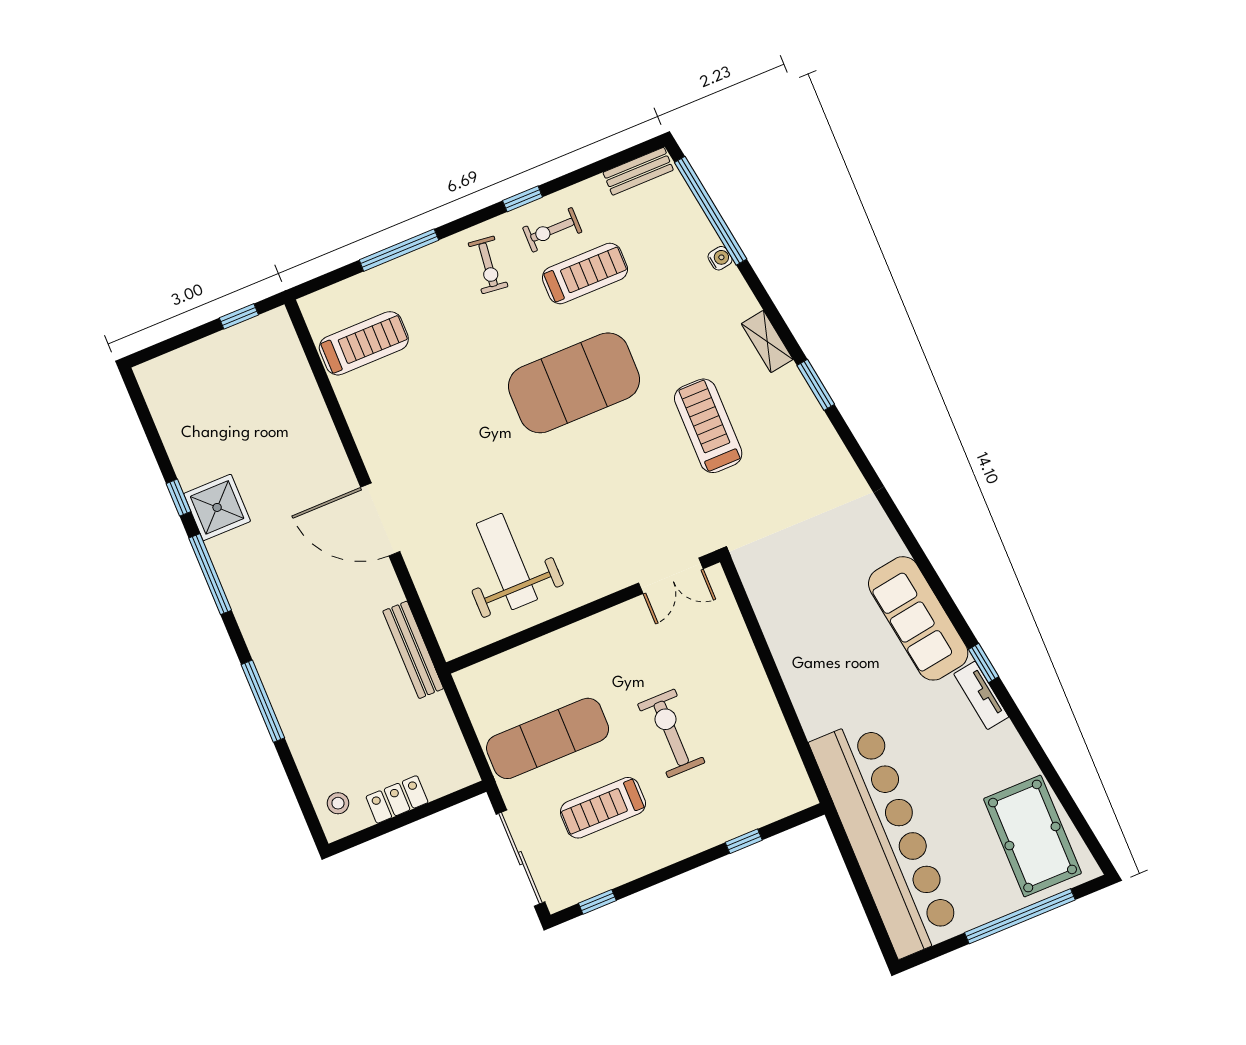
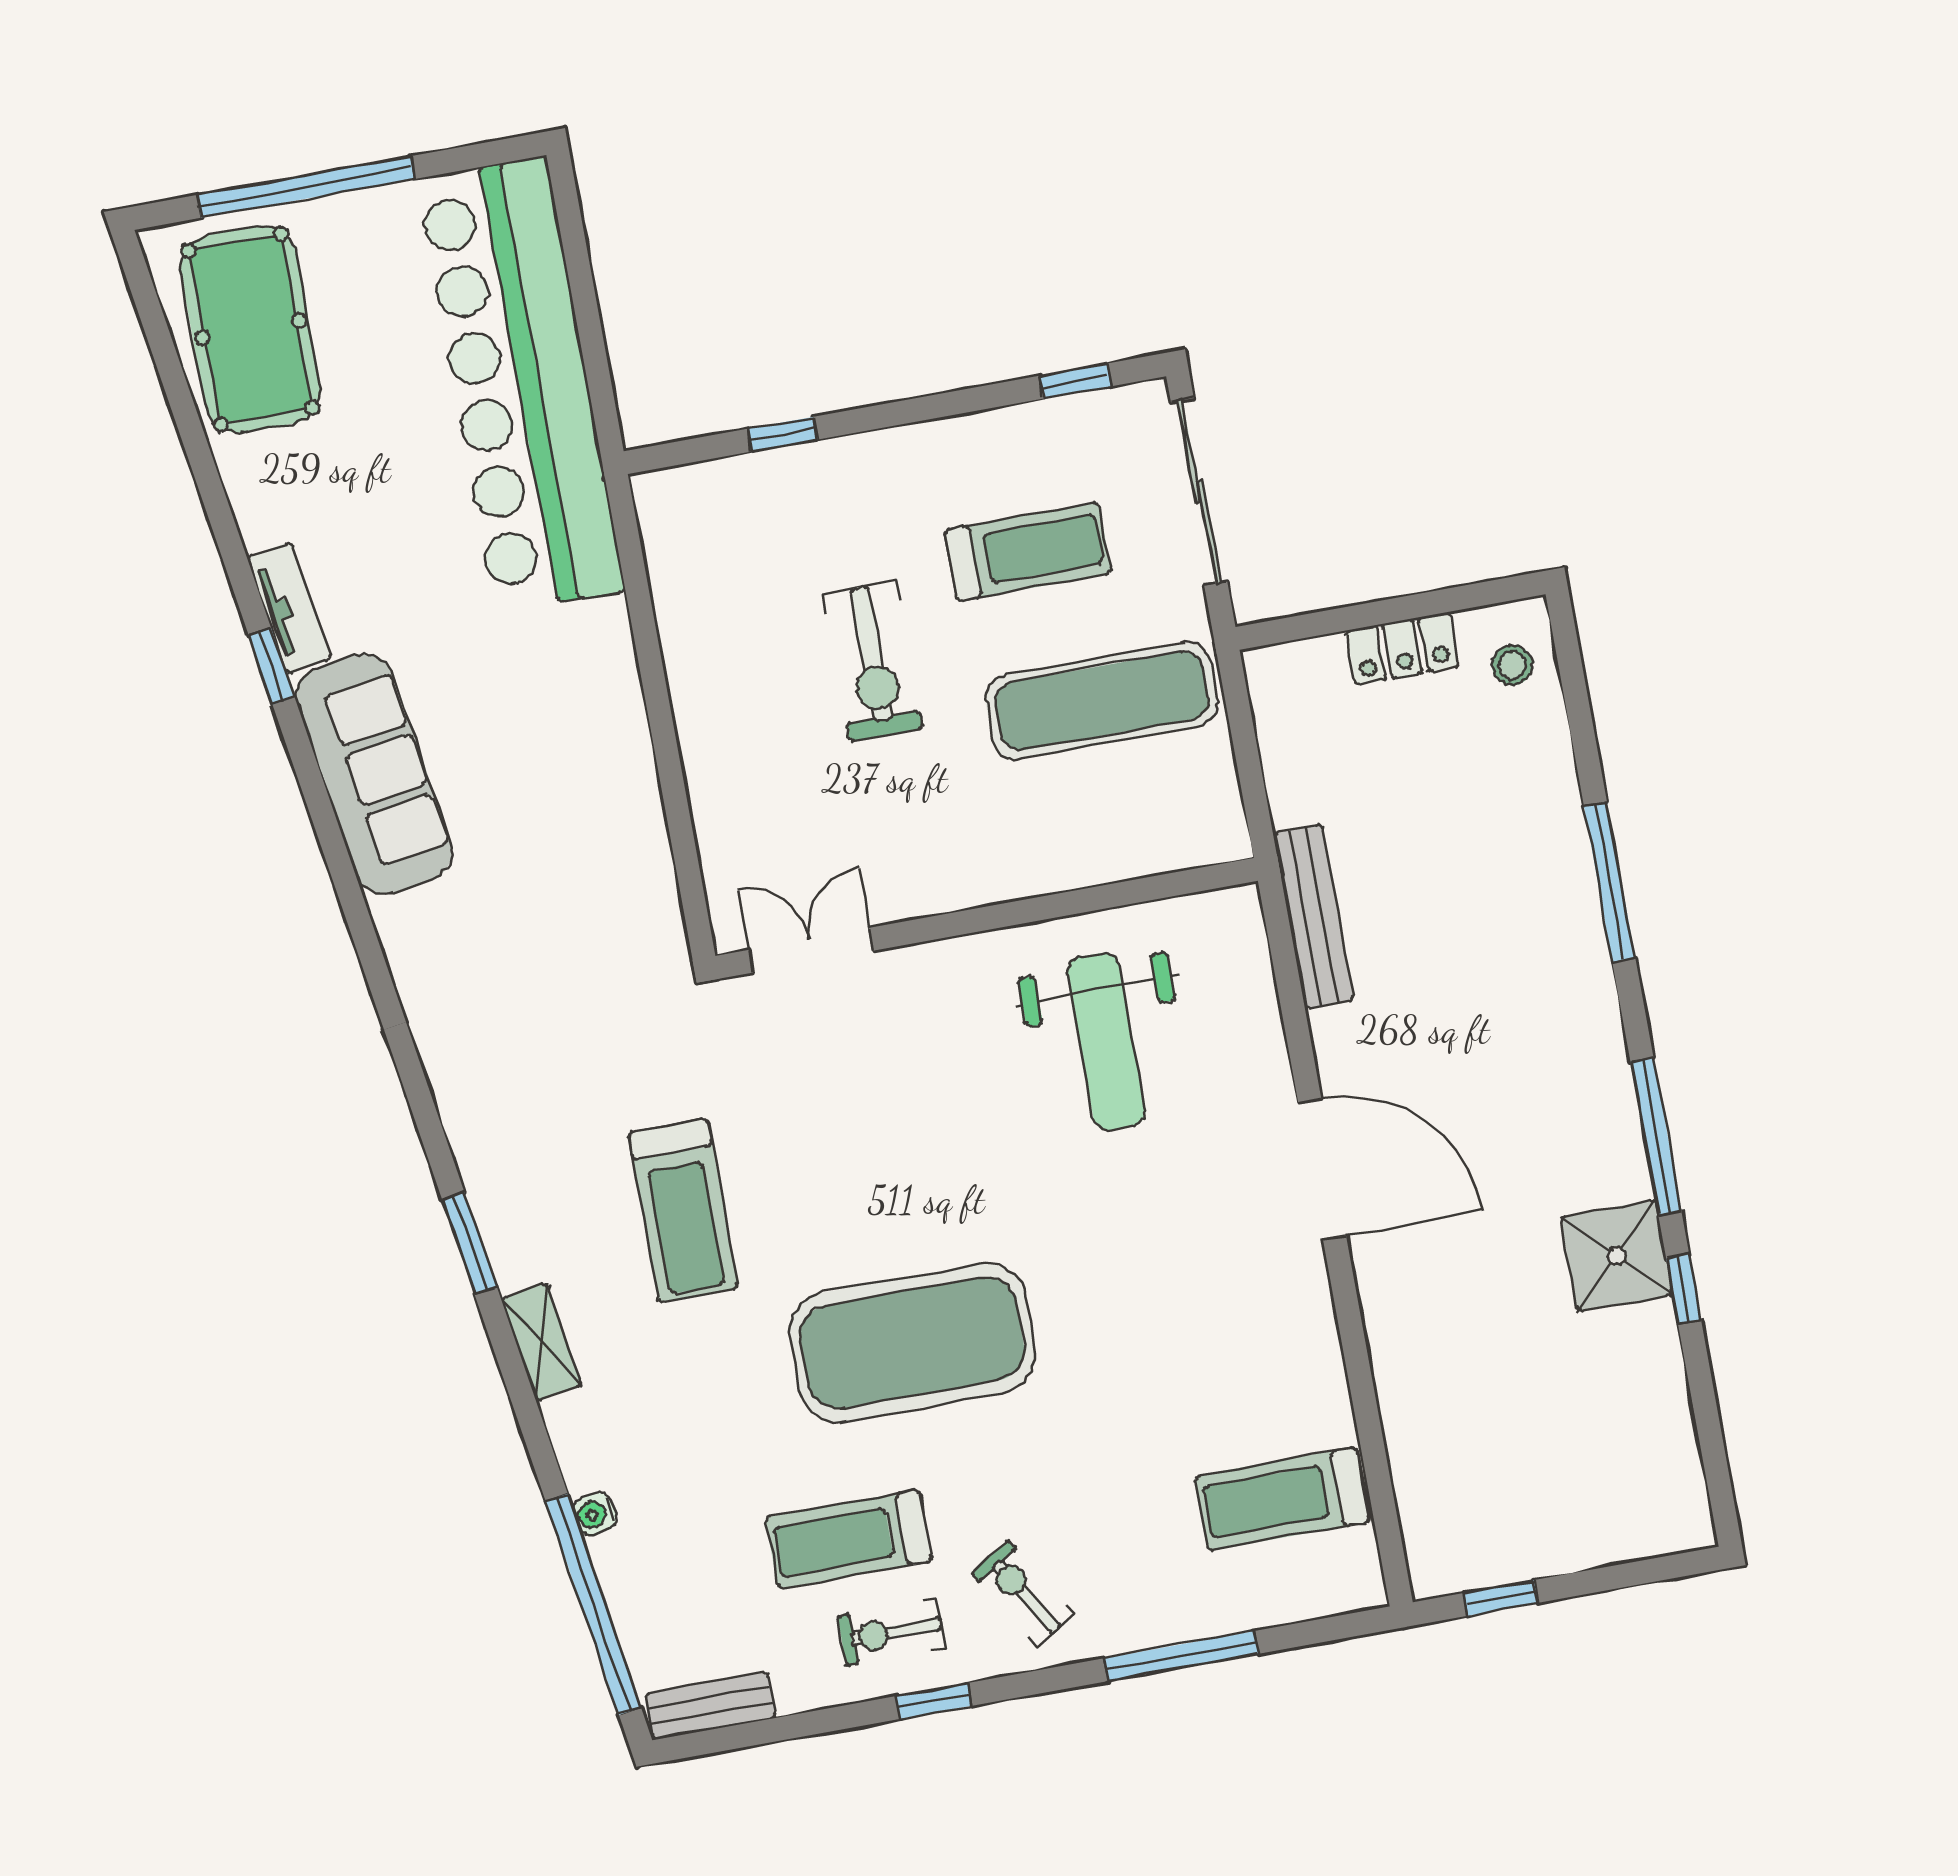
exercise bike: (552, 230) -> (891, 1632), turned 180
exercise bike: (488, 265) -> (1023, 1593), turned -39

